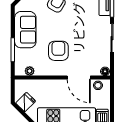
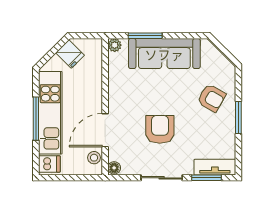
sofa: (25, 30) -> (164, 54), width x1.36
armchair: (58, 51) -> (160, 129), moved, turned -90
plant: (30, 71) -> (115, 45), moved

